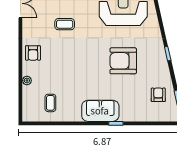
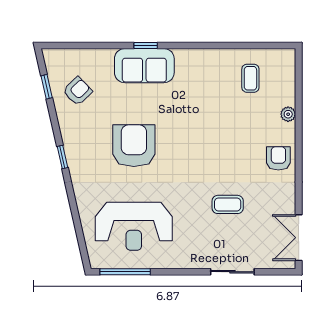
armchair: (123, 61) -> (134, 146), turned -90
armchair: (158, 95) -> (78, 91), turned -134
sofa: (100, 111) -> (144, 66), moved

